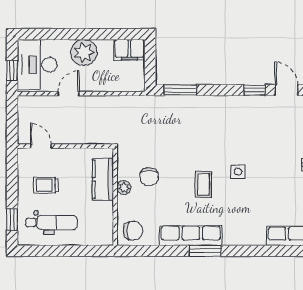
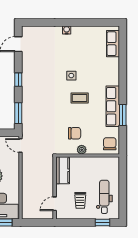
window: (255, 90) -> (18, 80), moved
door: (69, 94) -> (21, 146), moved
kitchen counter: (103, 179) -> (63, 170), moved, turned -90
window: (205, 251) -> (123, 115), moved

